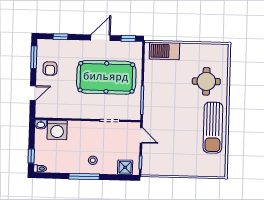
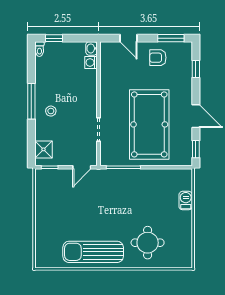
barbecue: (164, 51) -> (186, 201), width x0.53, depth x0.65
washing machine: (57, 130) -> (91, 62), width x0.53, depth x0.53

